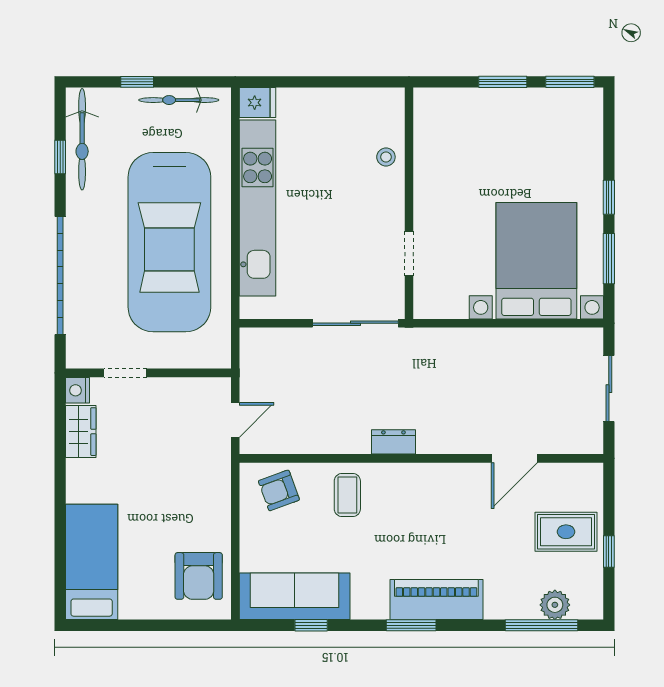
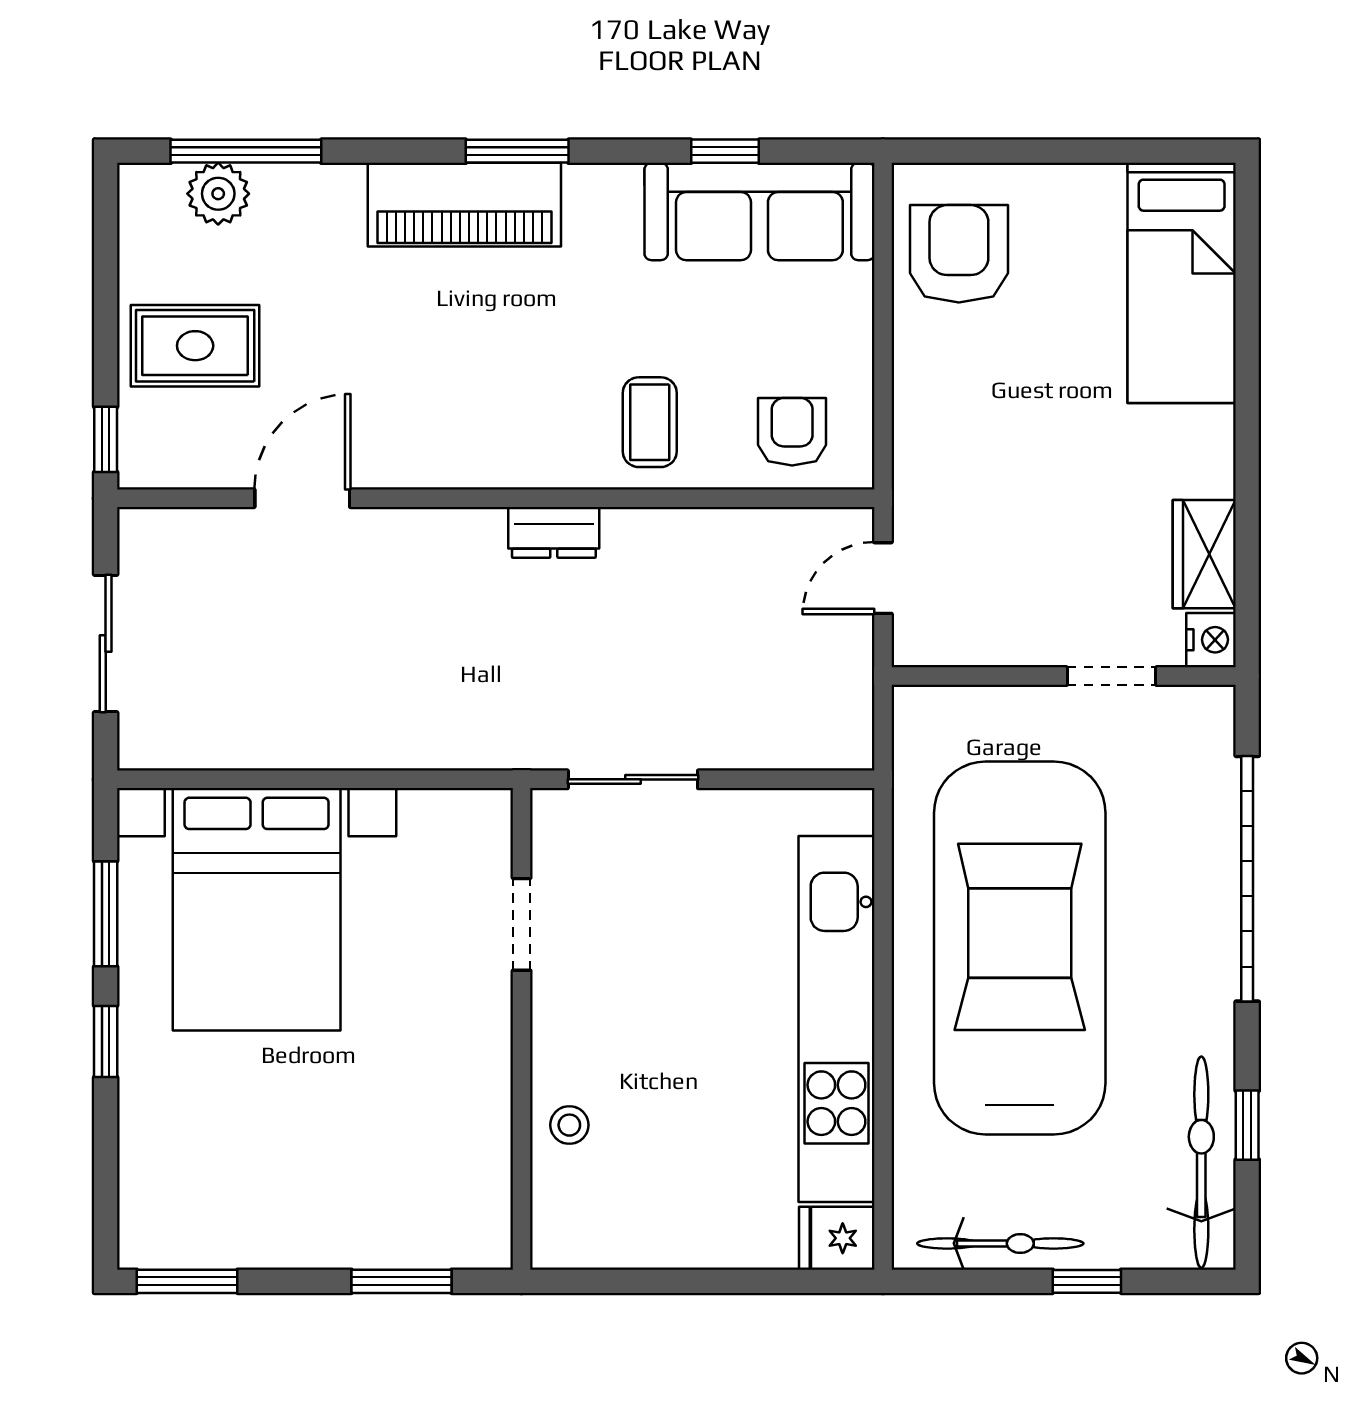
window: (503, 82) -> (401, 1281), moved
sliding door: (355, 323) -> (633, 779), width x0.73
armchair: (279, 490) -> (792, 432), turned -70
window: (609, 551) -> (106, 439), moved

